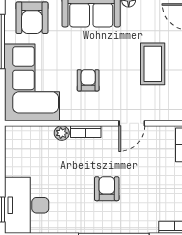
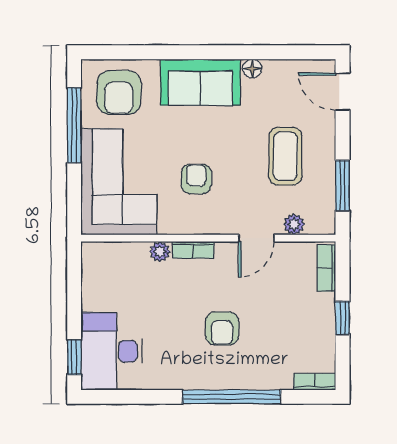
plant: (159, 113) -> (294, 224), added
armchair: (107, 189) -> (222, 328), turned 180

